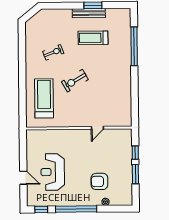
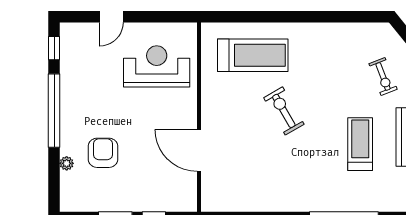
exercise bike: (53, 52) -> (383, 76), moved
door: (97, 128) -> (199, 150), width x1.88
reception desk: (53, 172) -> (157, 66), moved

